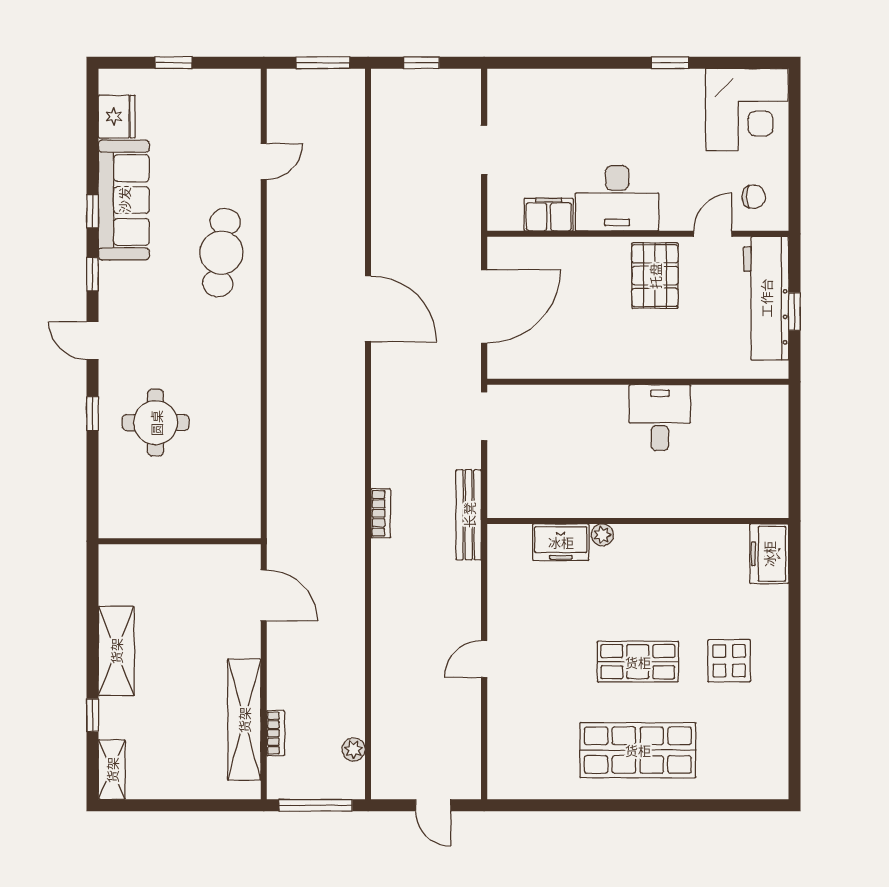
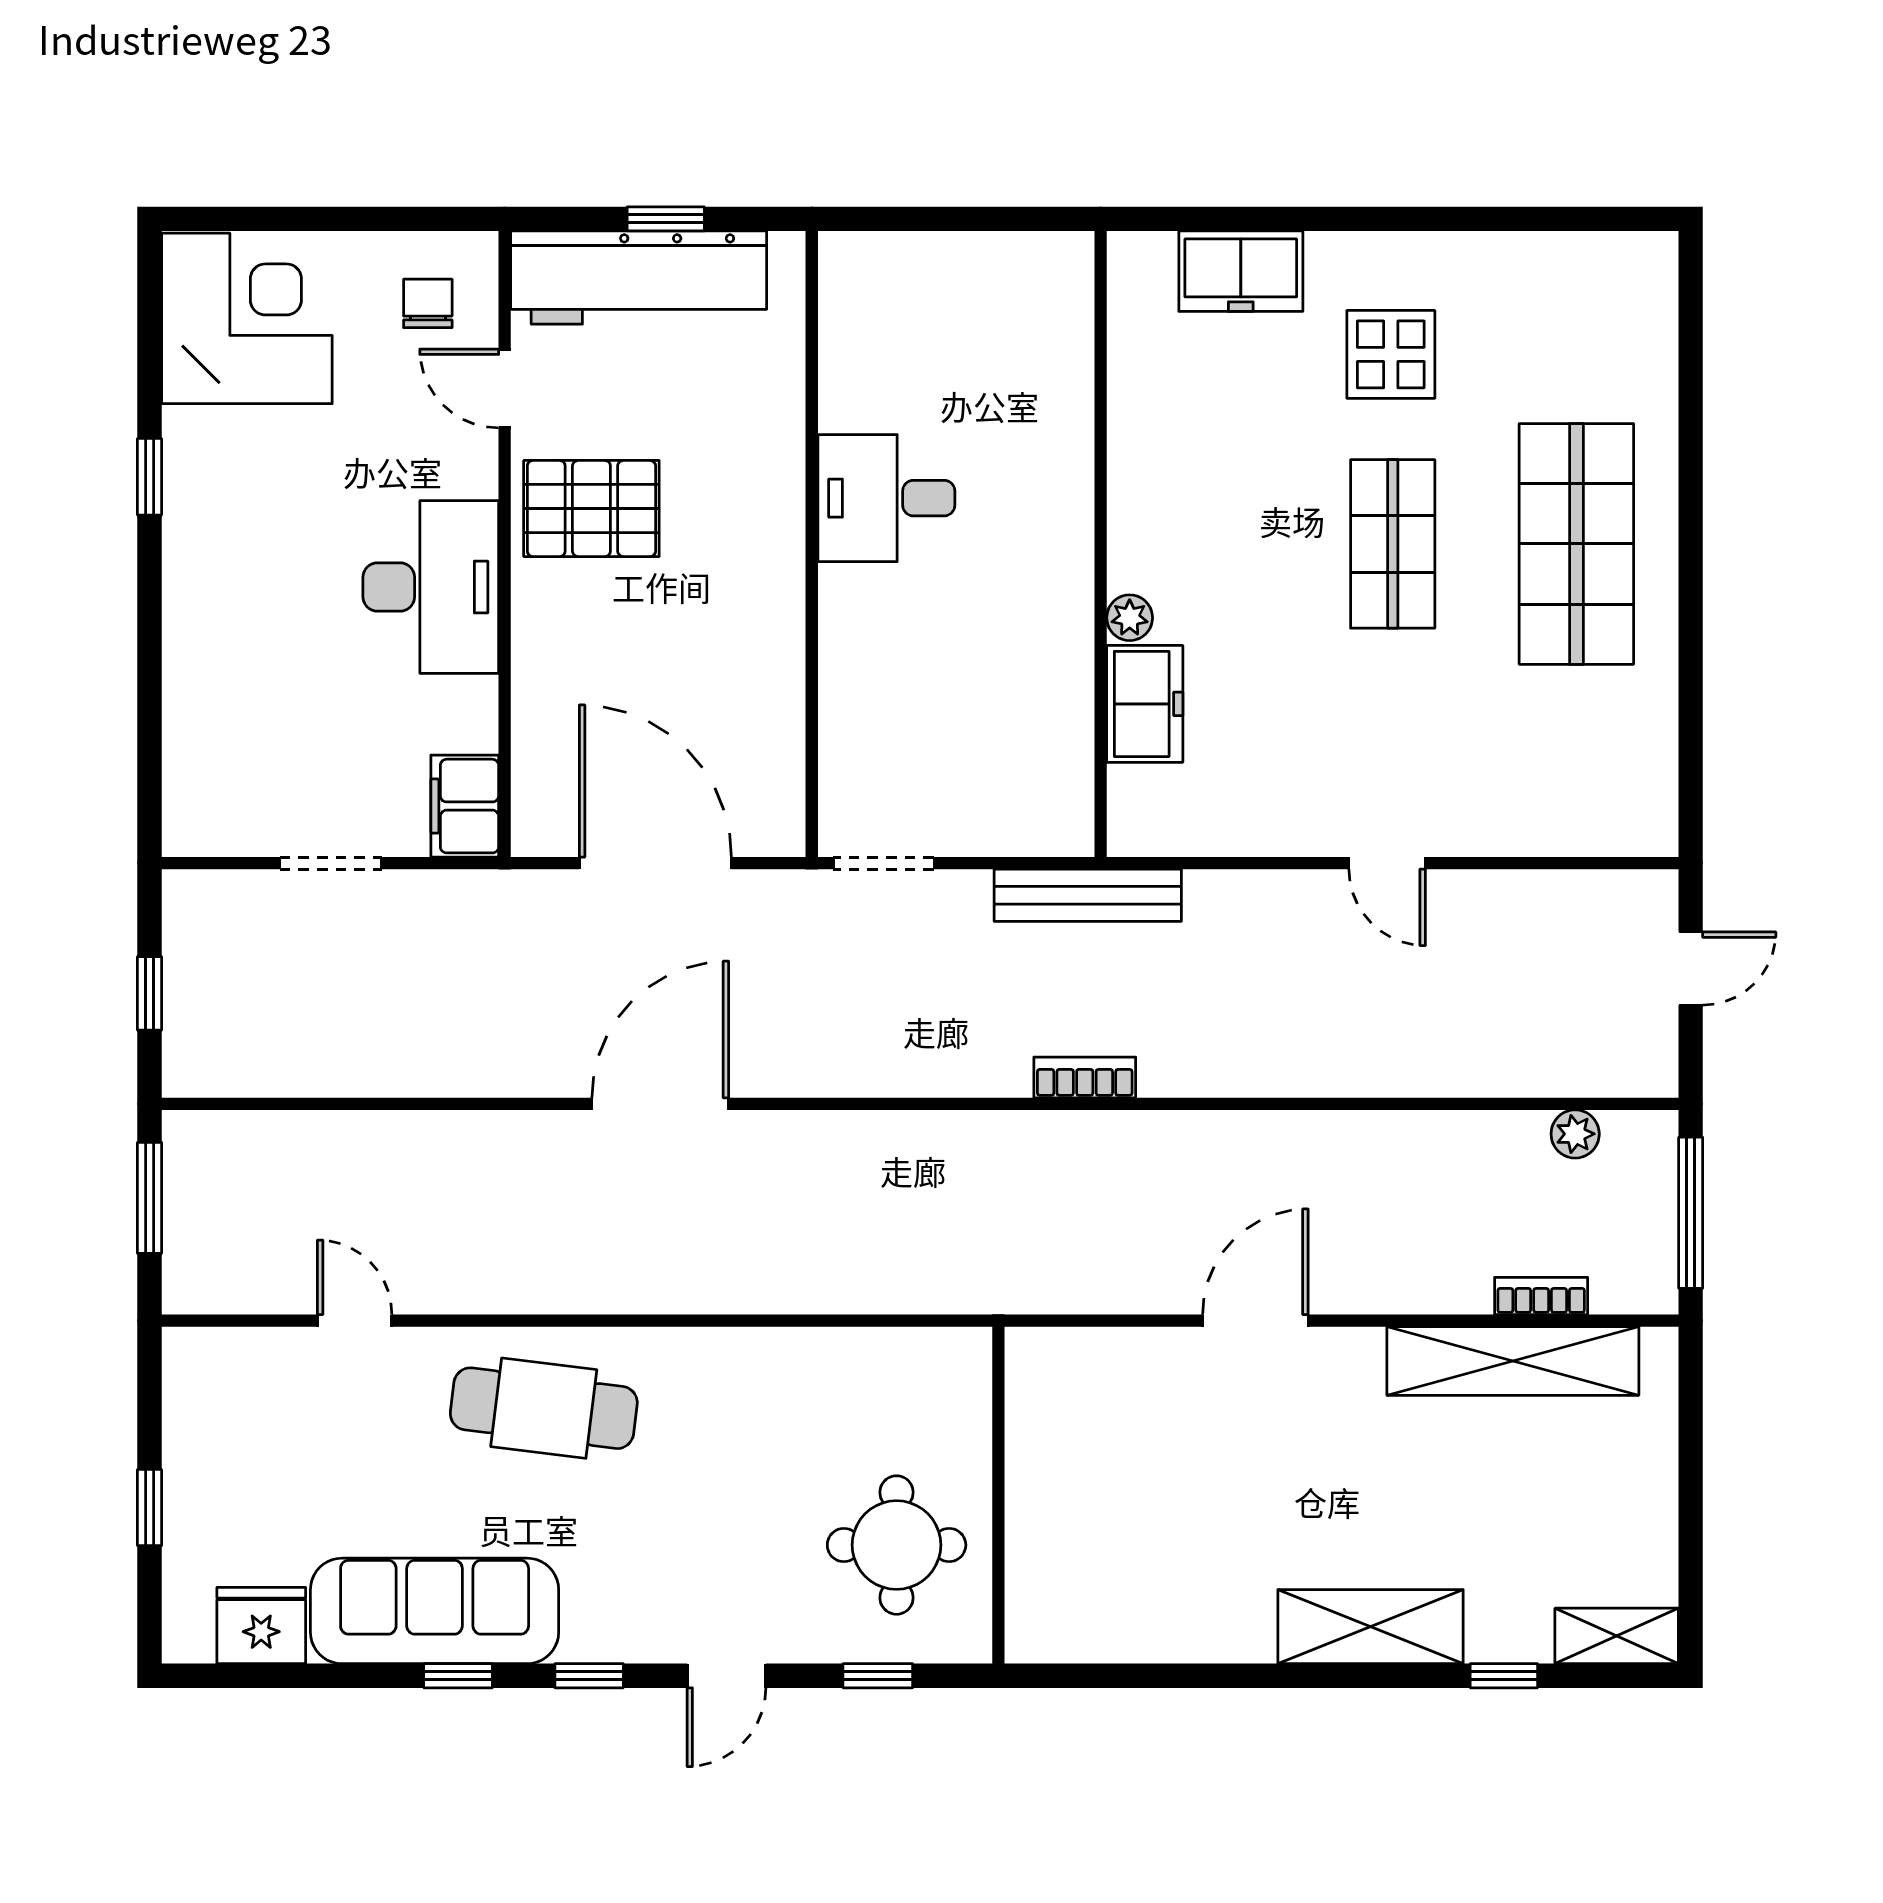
filing cabinet: (549, 215) -> (465, 806), moved
wall: (180, 541) -> (998, 1495), moved
freezer: (769, 554) -> (1241, 271), moved

